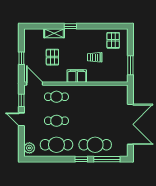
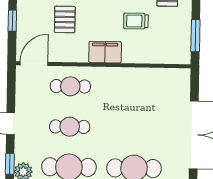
door: (35, 84) -> (34, 64), hinge flipped
window: (21, 100) -> (10, 164), moved

